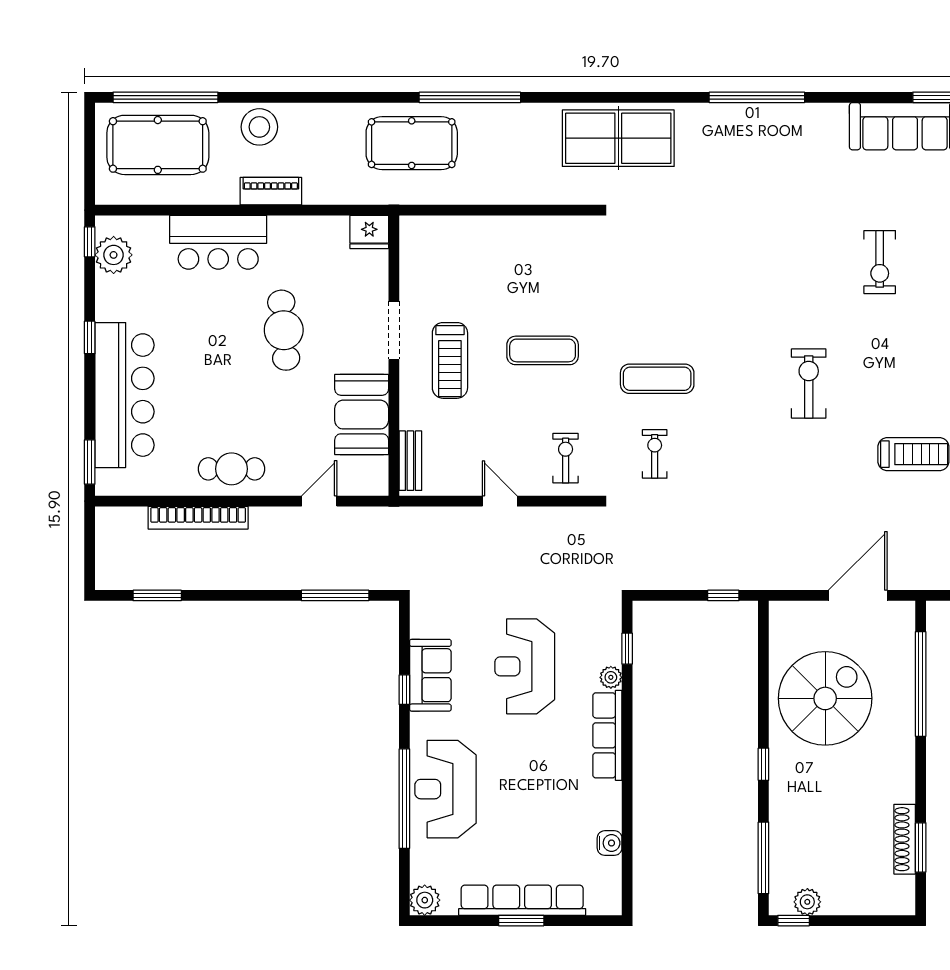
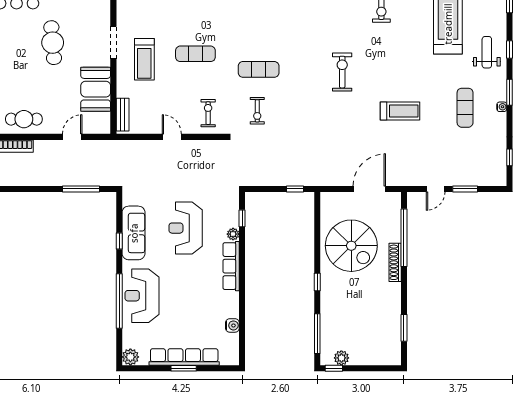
exercise bike: (655, 454) -> (257, 111), turned 180
sofa: (430, 675) -> (134, 233), width x1.36
spiral stairs: (825, 698) -> (351, 246), turned 90
shoe rack: (905, 839) -> (395, 262), moved

